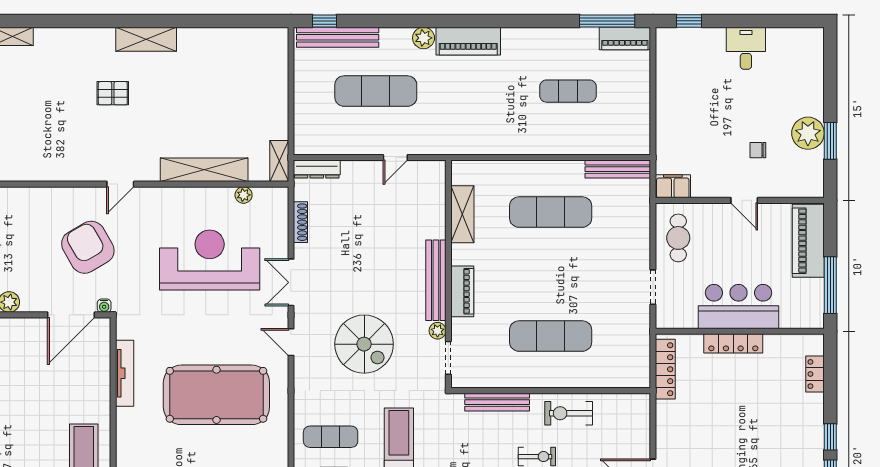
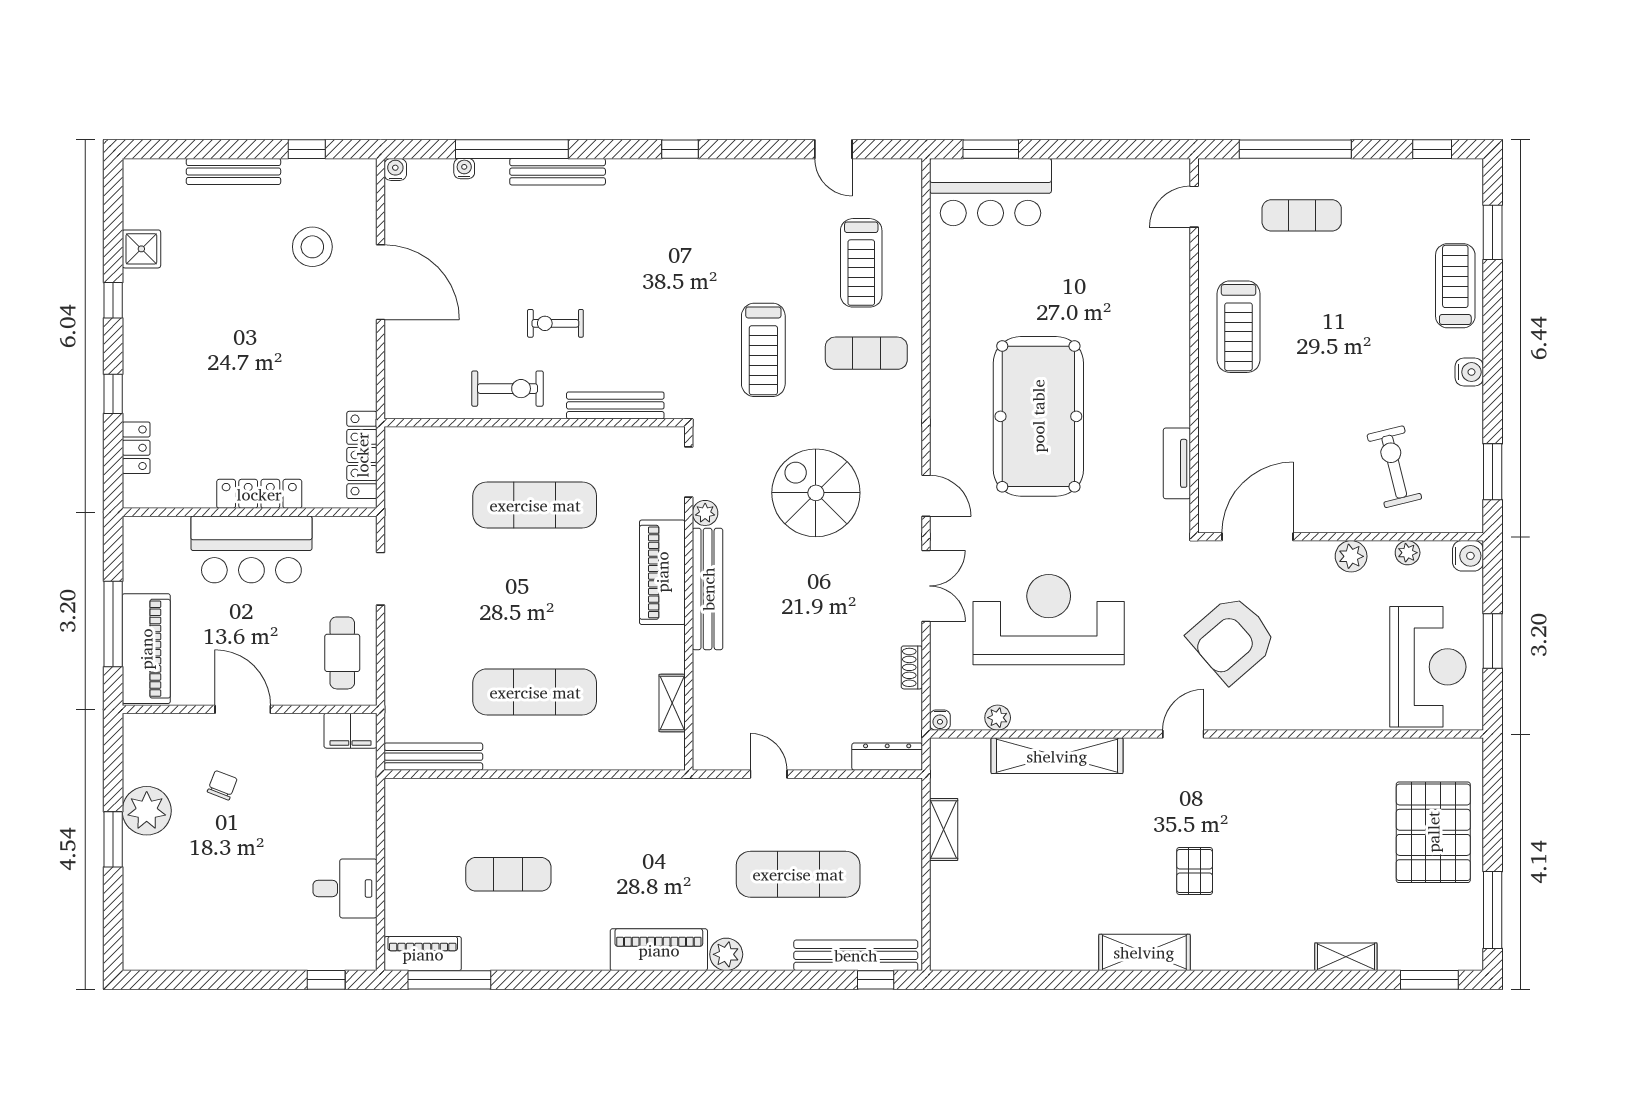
desk: (746, 48) -> (345, 888), moved, turned -90
pallet: (113, 93) -> (1195, 871), turned 90
window: (830, 141) -> (113, 839), moved
chair: (758, 150) -> (222, 785), turned -69
door: (395, 158) -> (769, 774), hinge flipped
shelving: (279, 161) -> (944, 829), moved
door: (744, 200) -> (243, 709), width x1.38
shelving: (462, 214) -> (672, 703), width x0.67, depth x0.75
shoe rack: (300, 222) -> (912, 667), width x0.70
armchair: (88, 247) -> (1232, 639), turned 79
reception desk: (210, 260) -> (1049, 620), turned 180
window: (830, 285) -> (113, 624), moved
piano: (462, 291) -> (662, 572), width x1.37, depth x1.33
water cooler: (104, 306) -> (940, 720), moved, turned 180
tv unit: (125, 373) -> (1177, 463), width x0.71
pool table: (216, 395) -> (1038, 416), turned 90
window: (830, 437) -> (113, 394), moved

